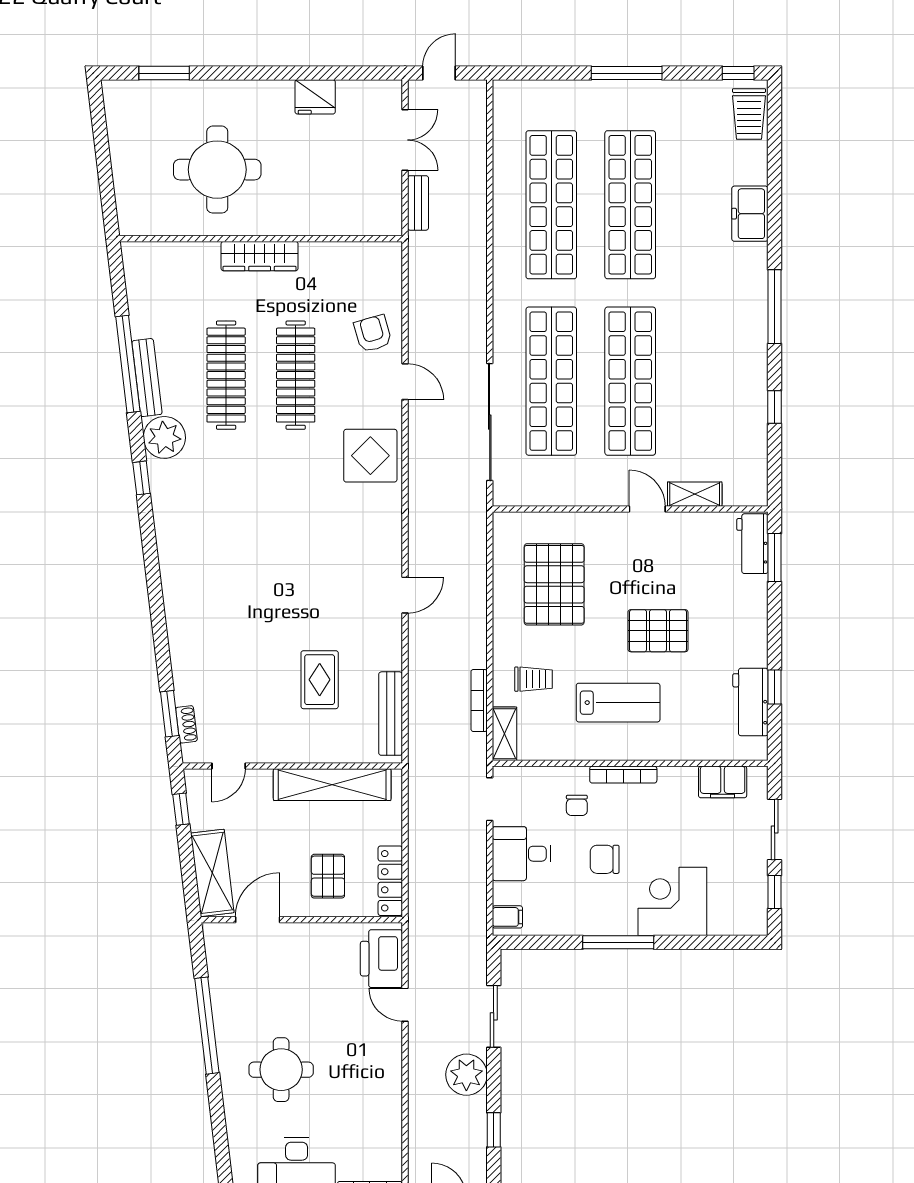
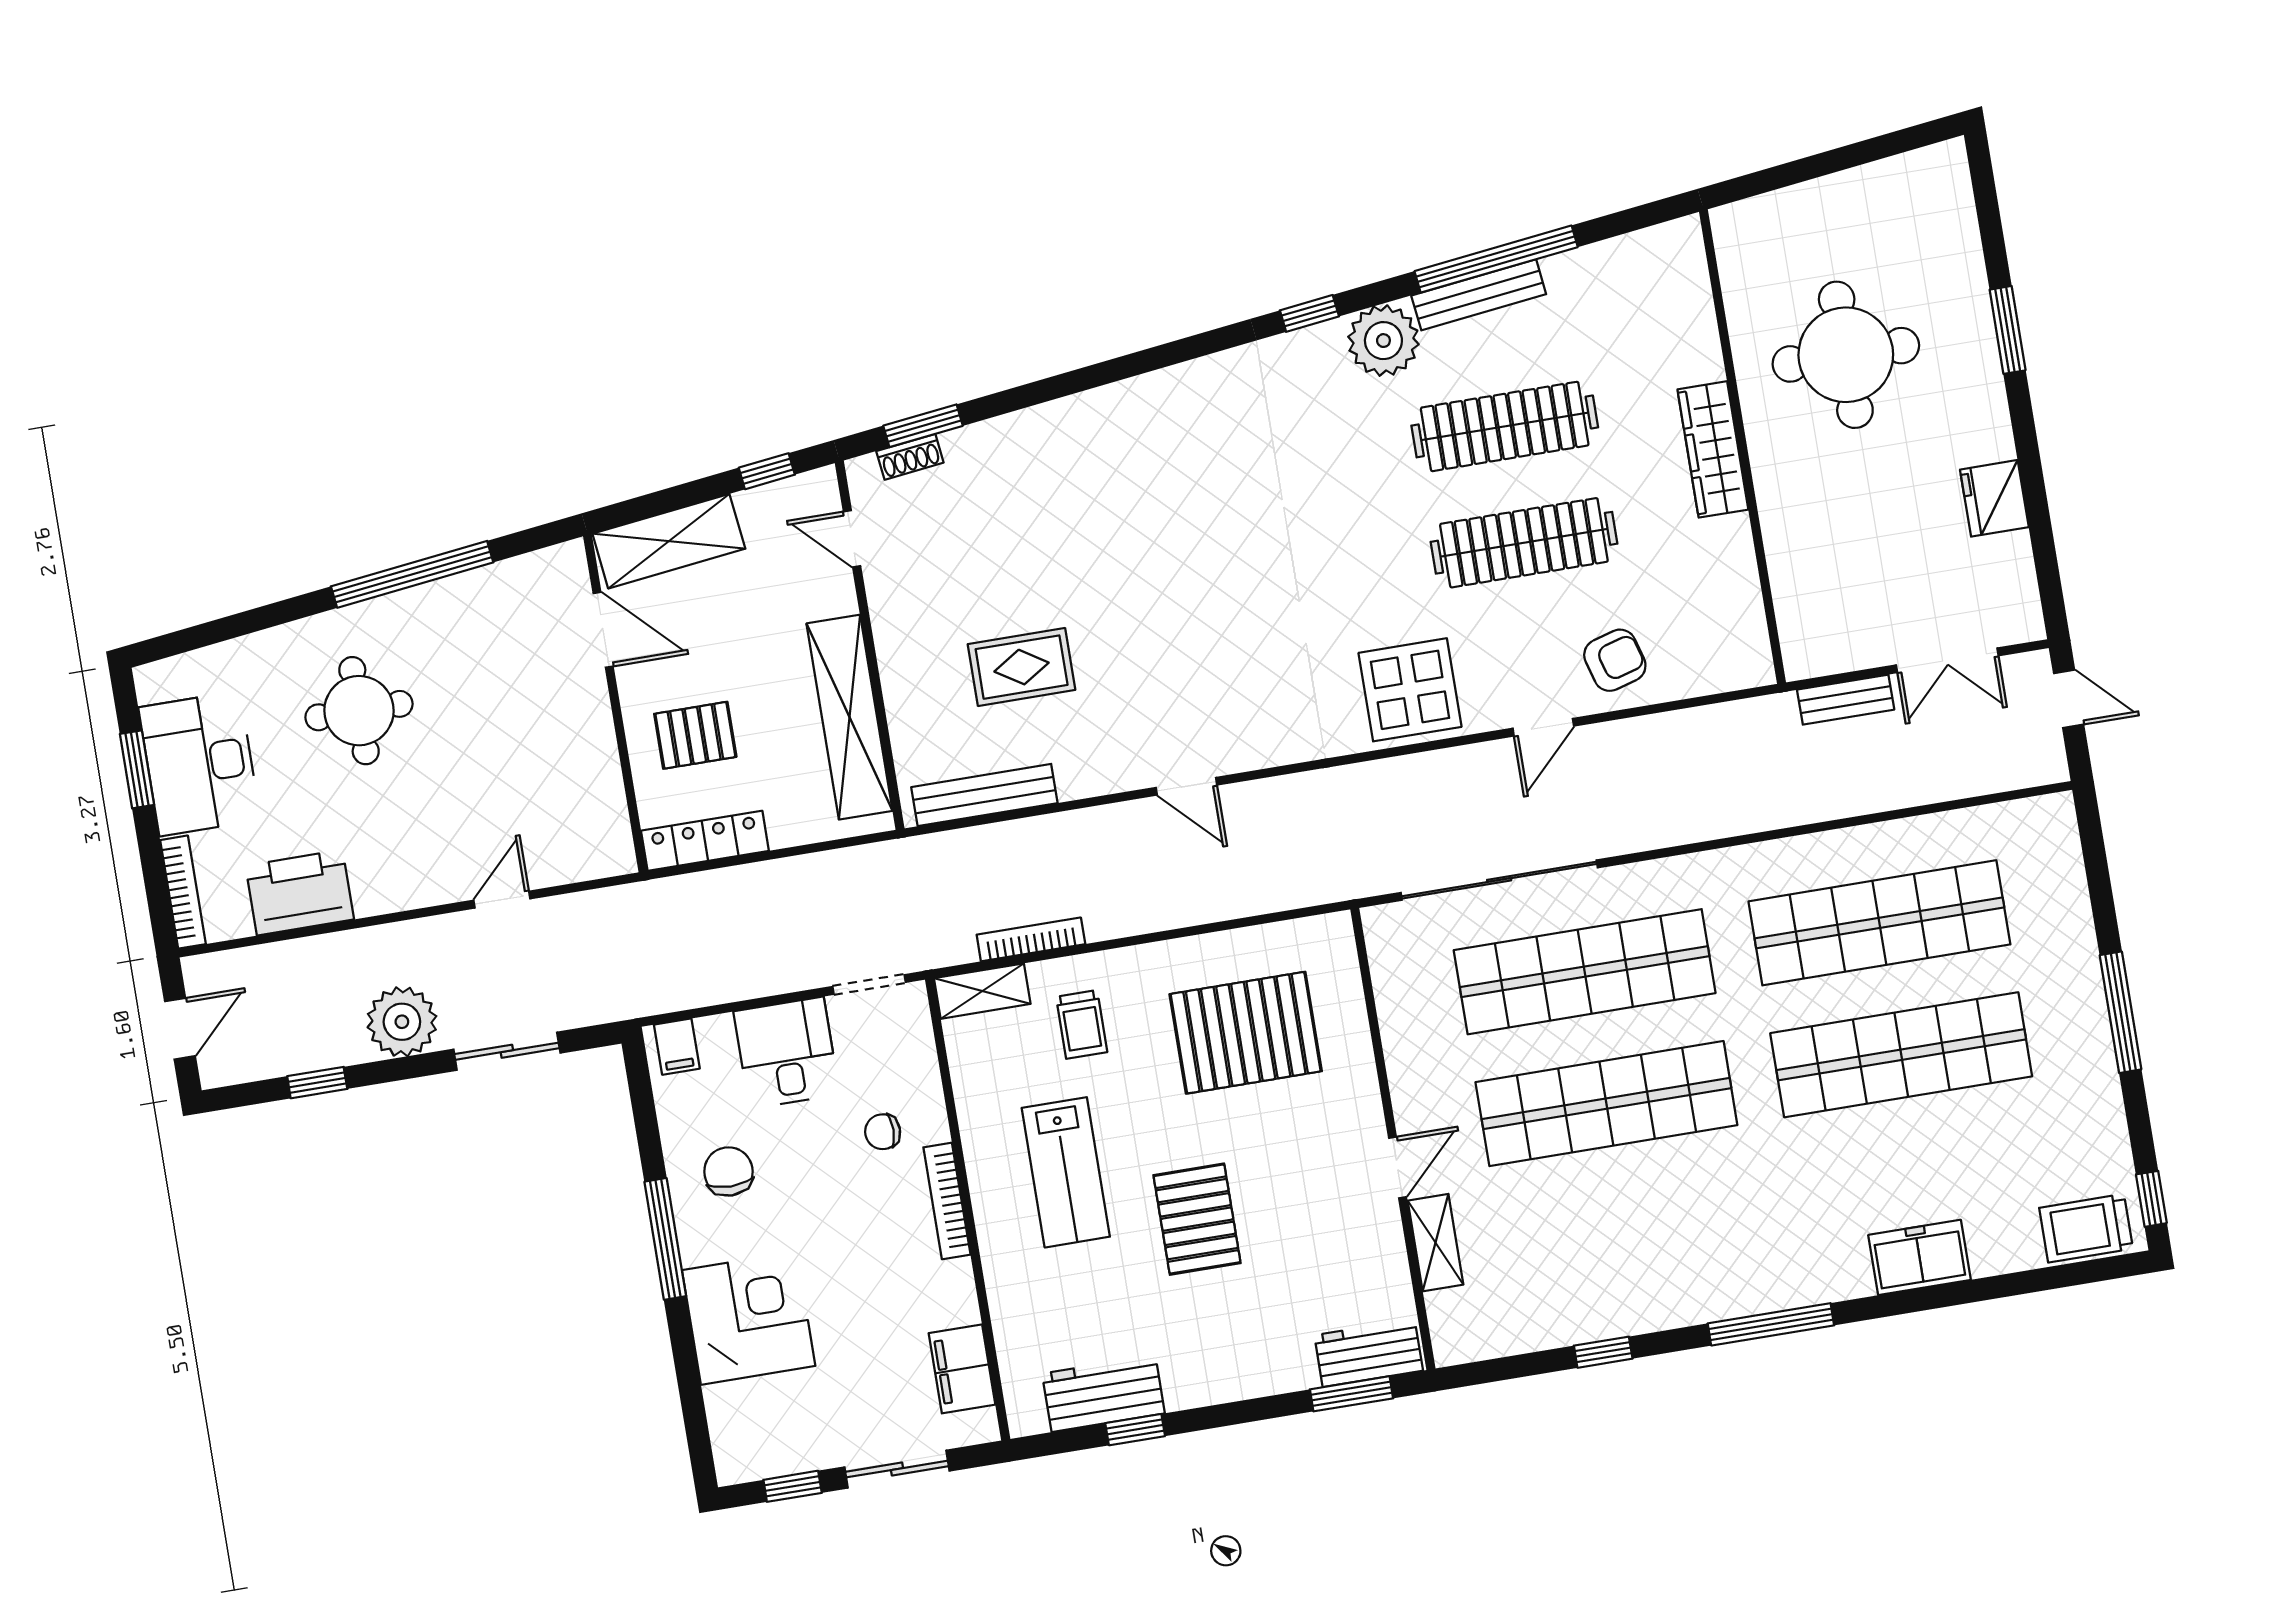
window: (164, 73) -> (2008, 330), moved
chair: (605, 859) -> (728, 1171), moved
printer: (381, 959) -> (300, 893), moved

